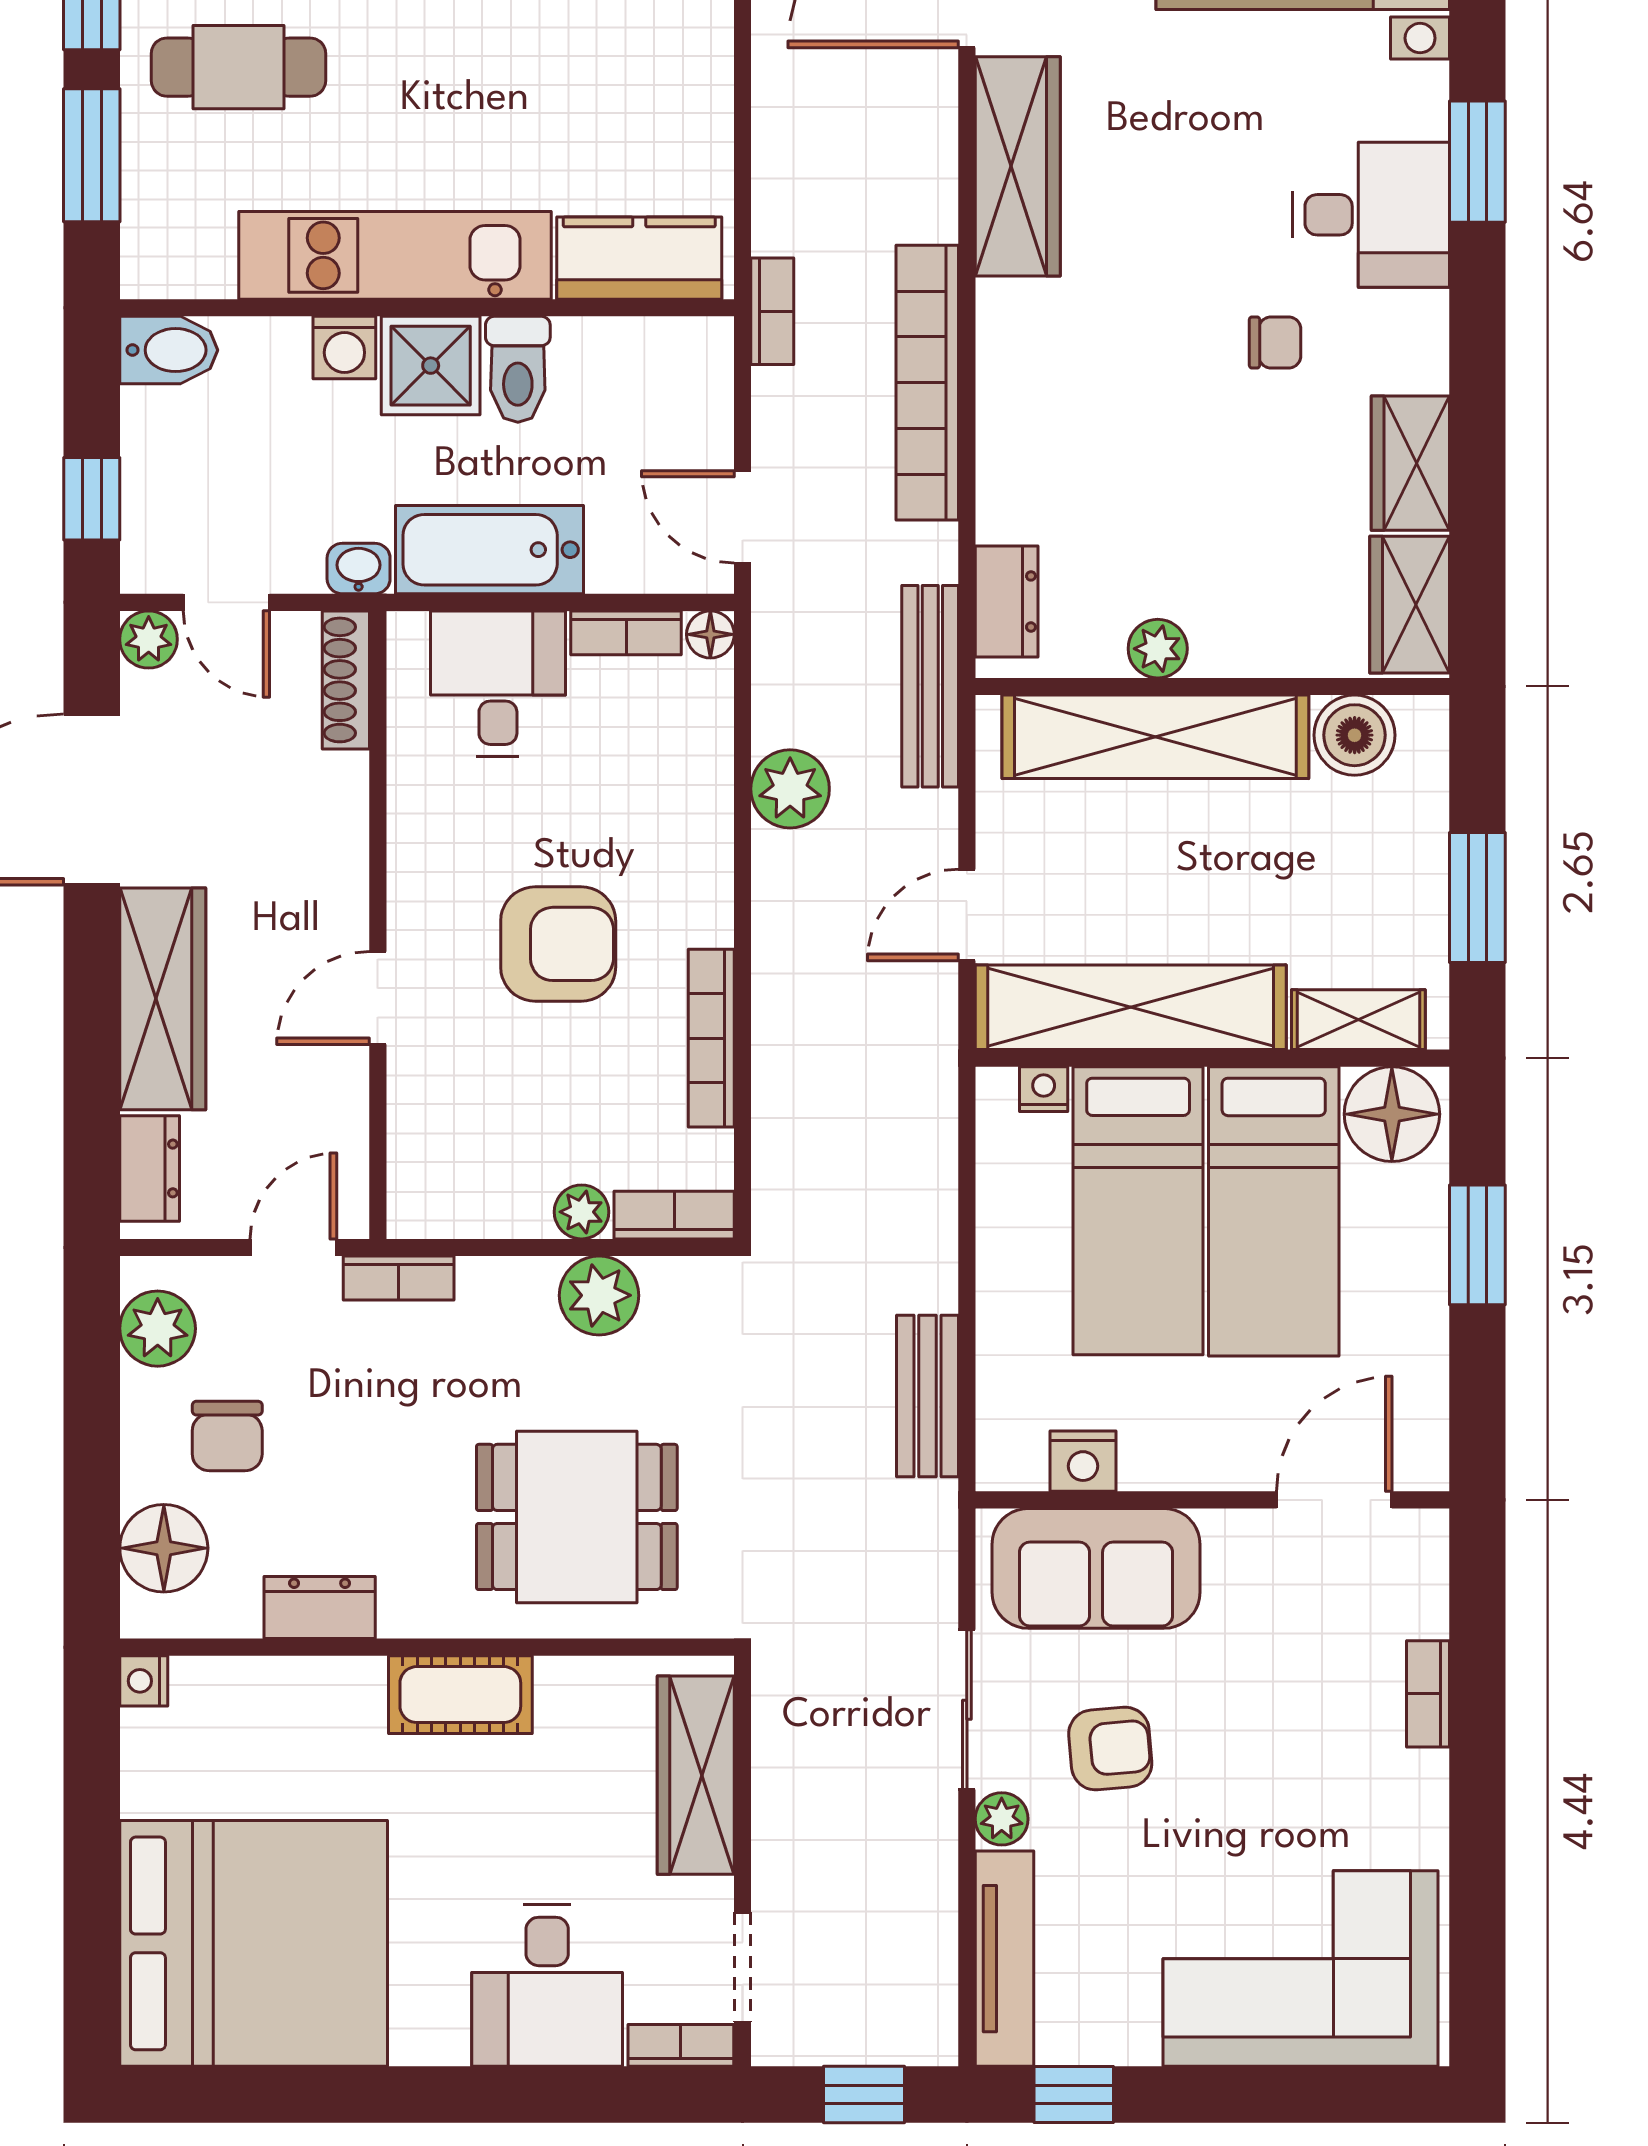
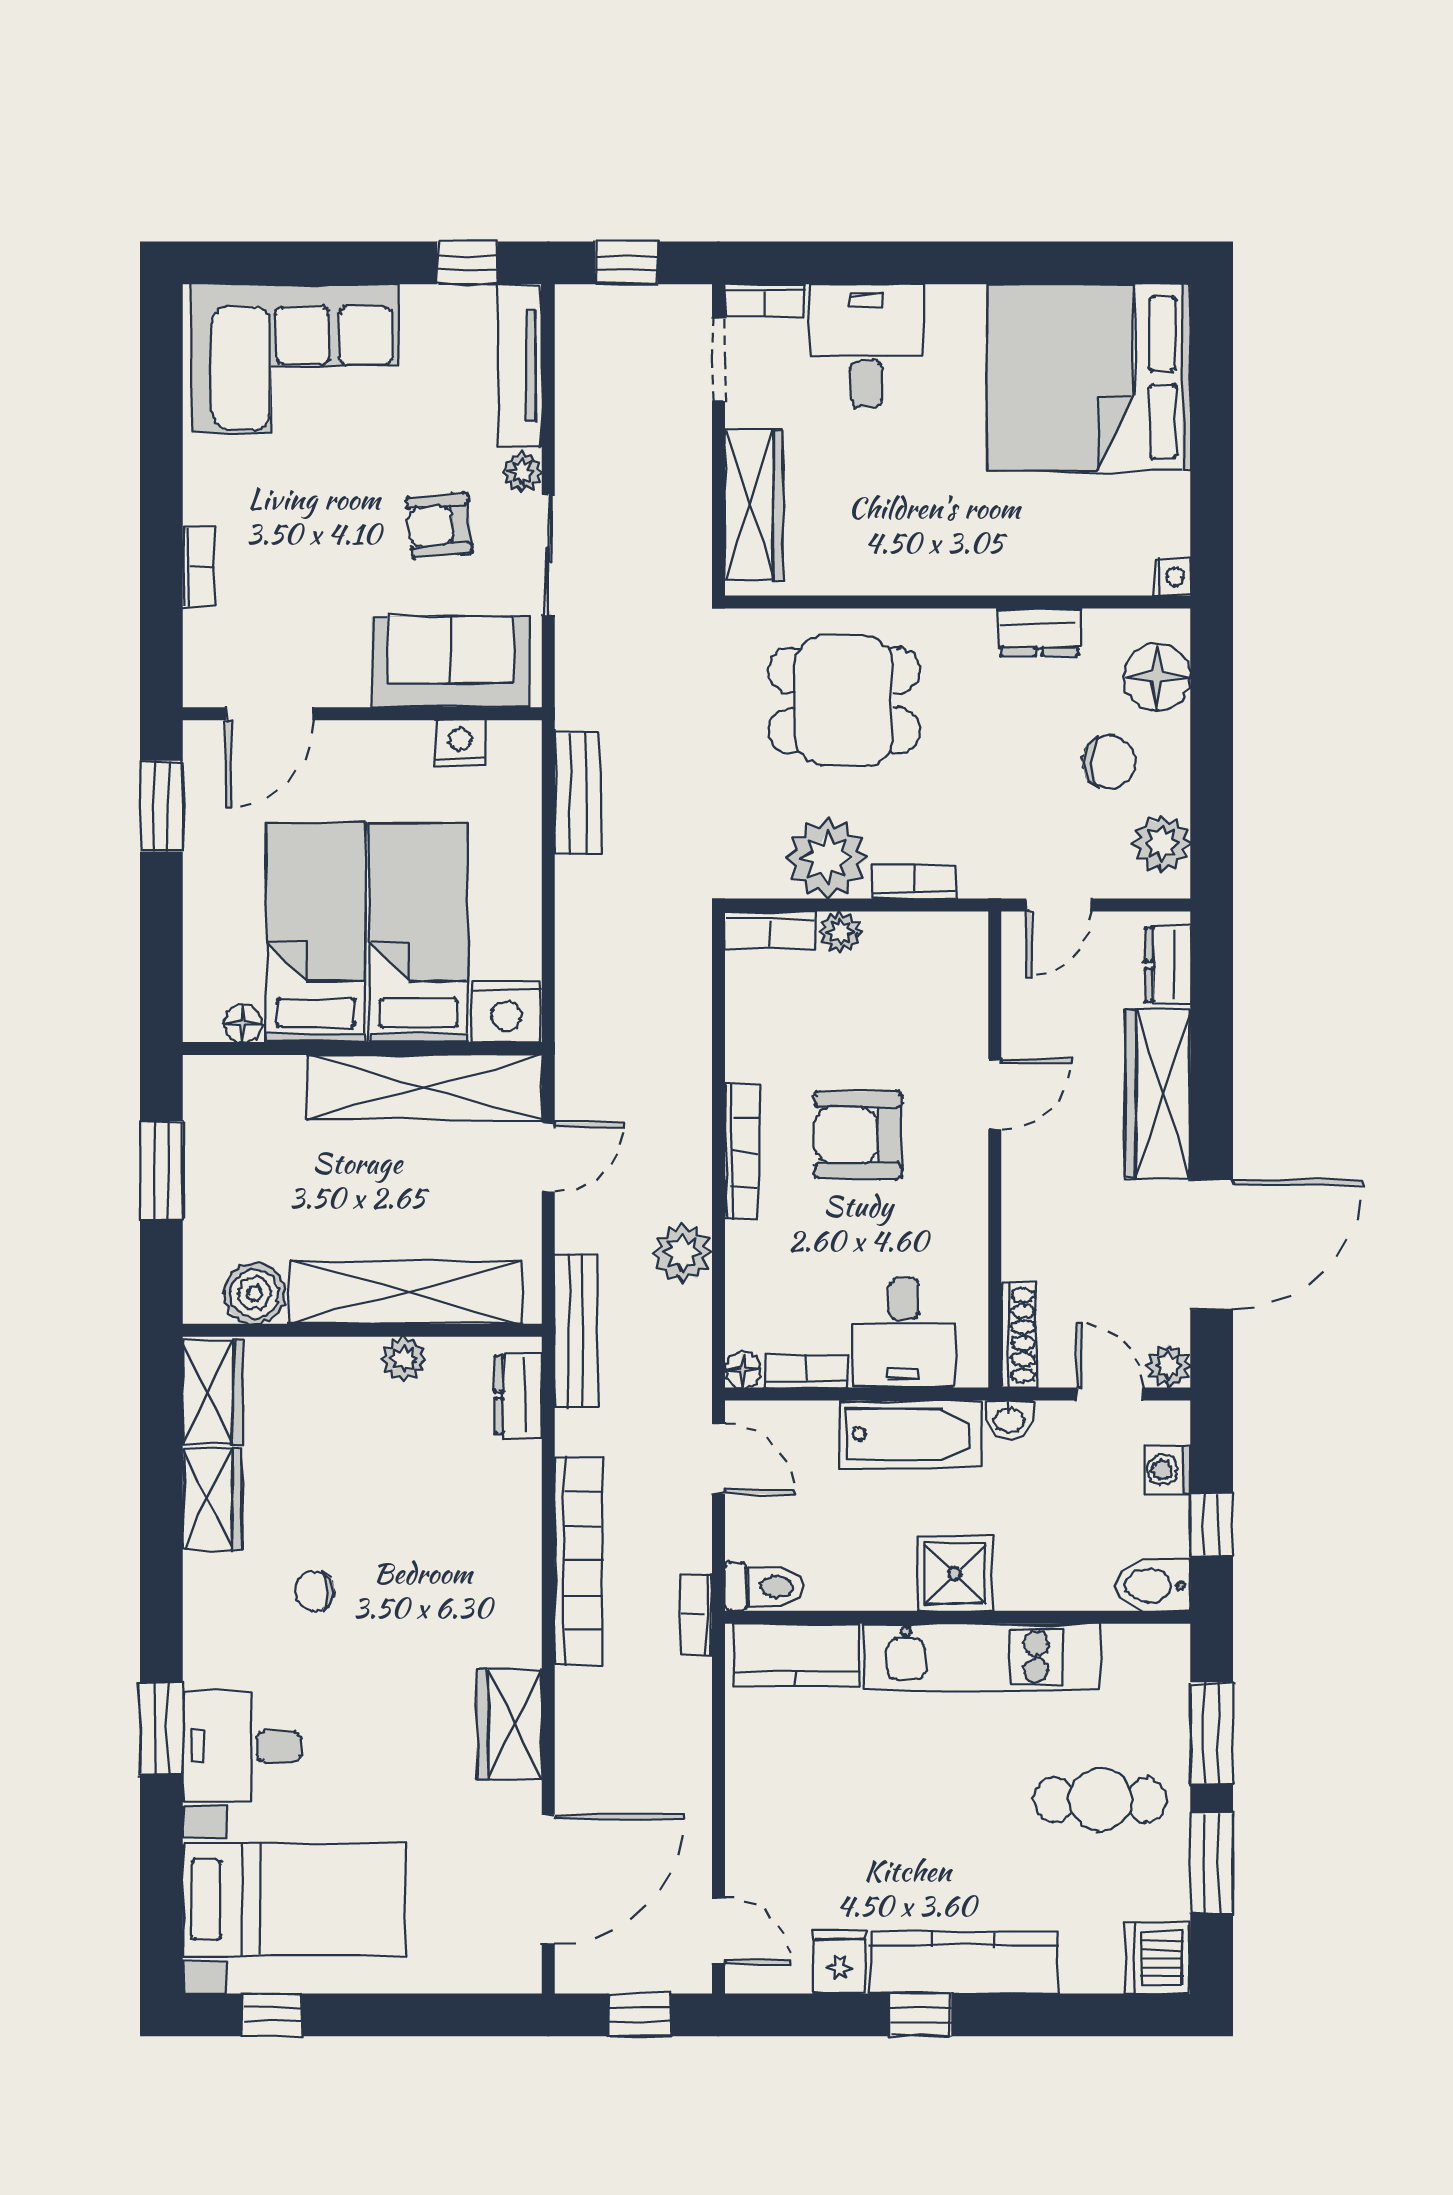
wardrobe: (1018, 166) -> (510, 1725), width x0.67
desk: (1371, 215) -> (242, 1747), moved
washing machine: (344, 348) -> (1167, 1470), moved, turned -90
toilet: (518, 369) -> (765, 1587), moved, turned 90
window: (92, 499) -> (1212, 1525), moved
shelving: (1358, 1020) -> (252, 1078), removed
bookcase: (711, 1038) -> (742, 1152), moved
nightstand: (1044, 1089) -> (506, 1011), width x1.89, depth x1.79
floor lamp: (1392, 1114) -> (243, 1023), width x0.53, depth x0.53
window: (1477, 1245) -> (161, 806), moved
bookcase: (399, 1278) -> (914, 882), moved
plant: (599, 1295) -> (827, 858), width x1.36, depth x1.36
chair: (227, 1436) -> (1109, 762), turned 90
cot: (460, 1695) -> (932, 566), removed

